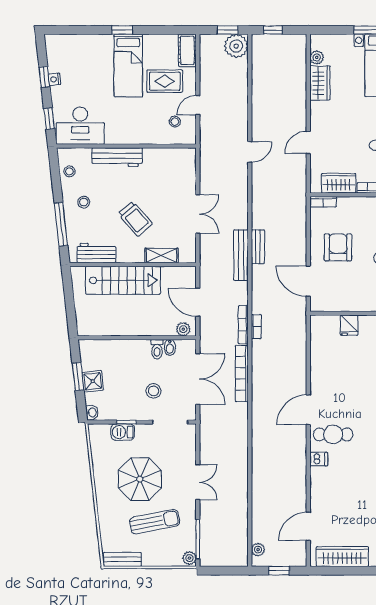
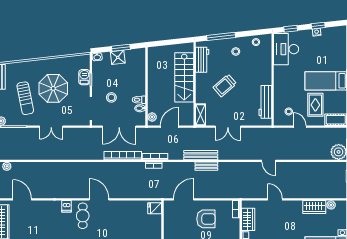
workbench: (117, 157) -> (265, 102), moved
shelving: (162, 256) -> (201, 115), moved
fridge: (349, 325) -> (155, 208), moved

